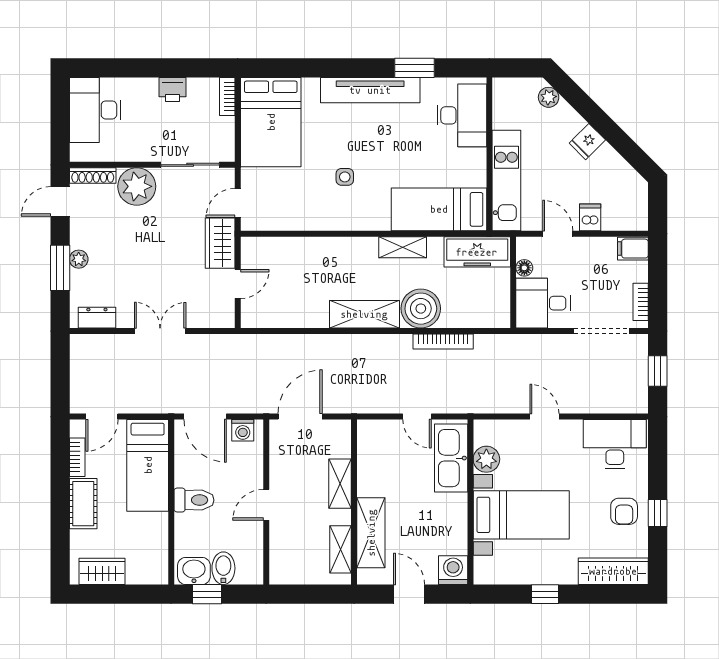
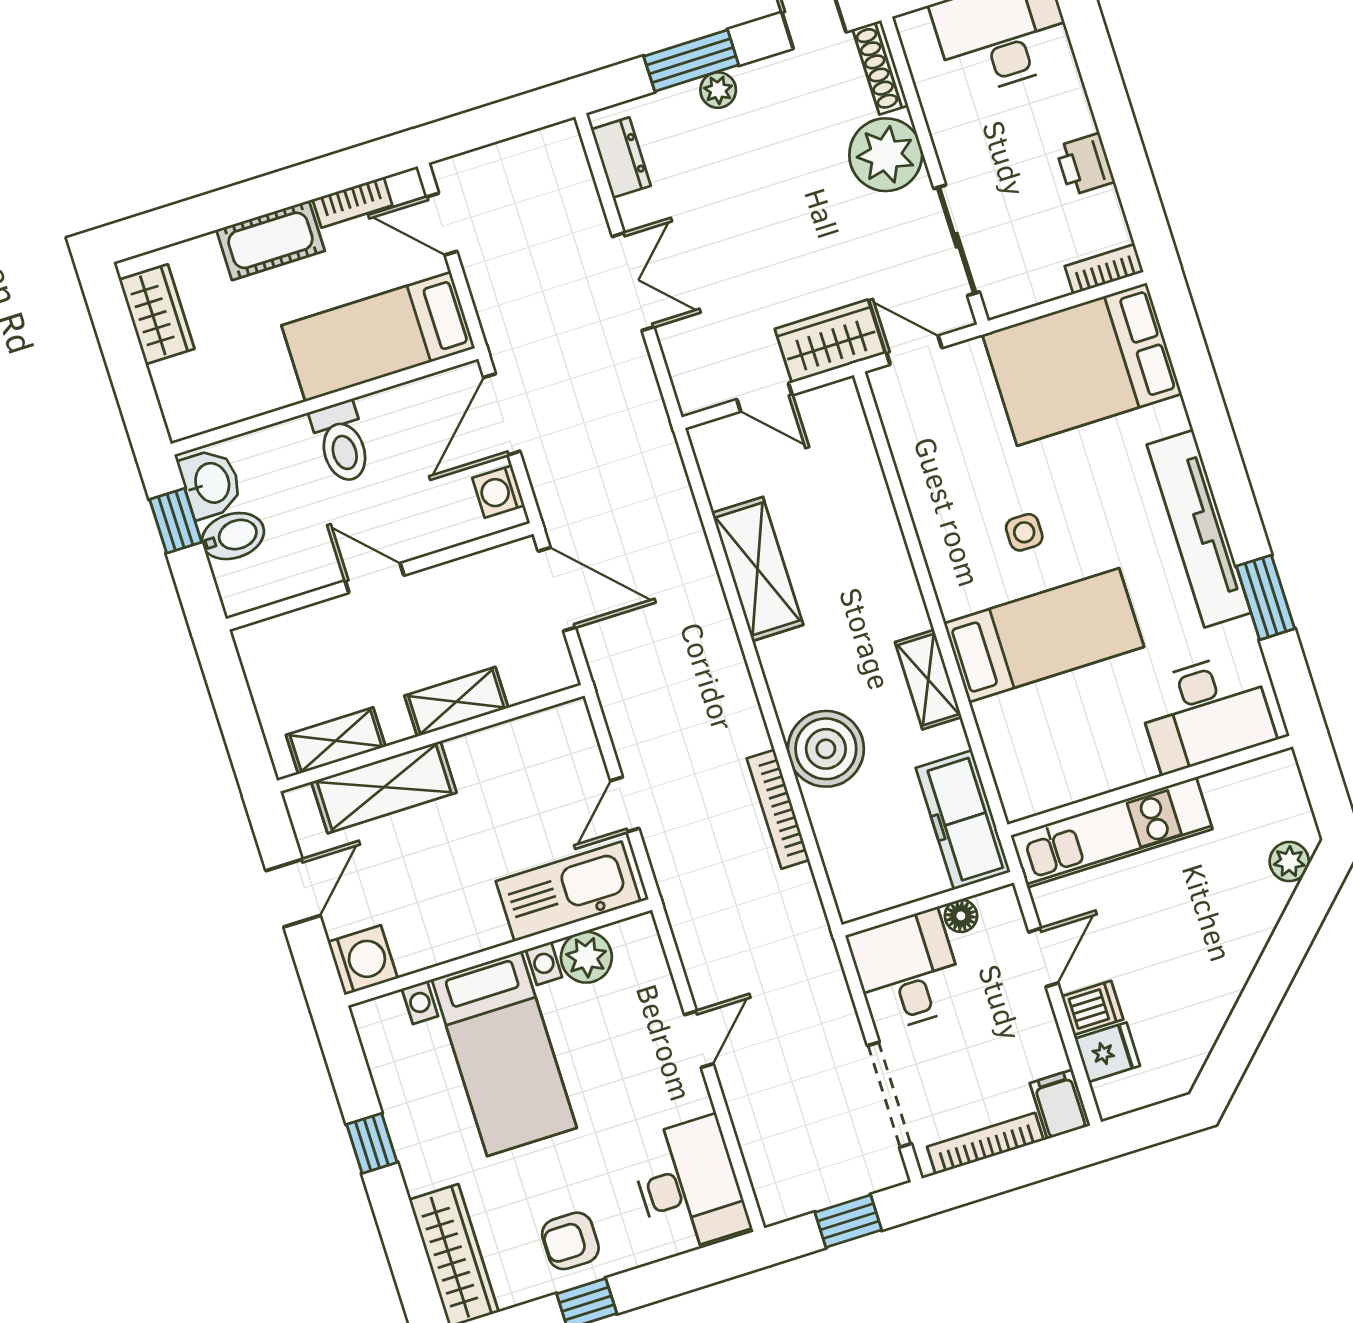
fridge: (587, 142) -> (1107, 1052), moved, turned 135
bed: (439, 209) -> (1044, 635), moved, turned 90
bookcase: (641, 302) -> (985, 1144), width x1.56
shelving: (364, 314) -> (758, 569), moved

